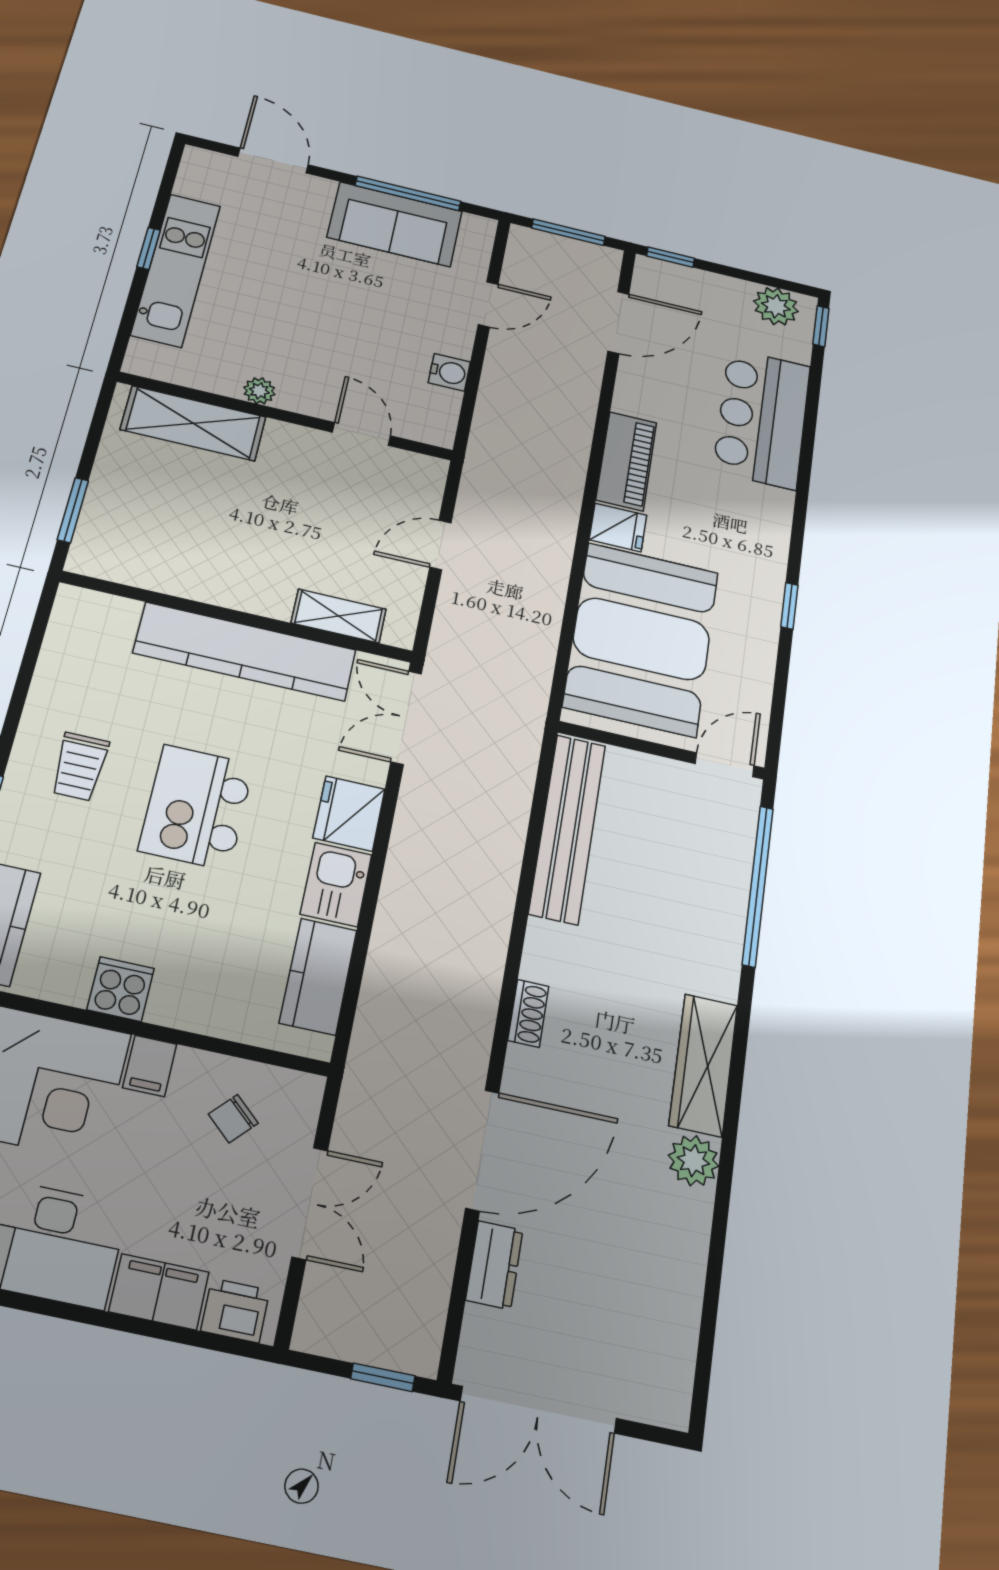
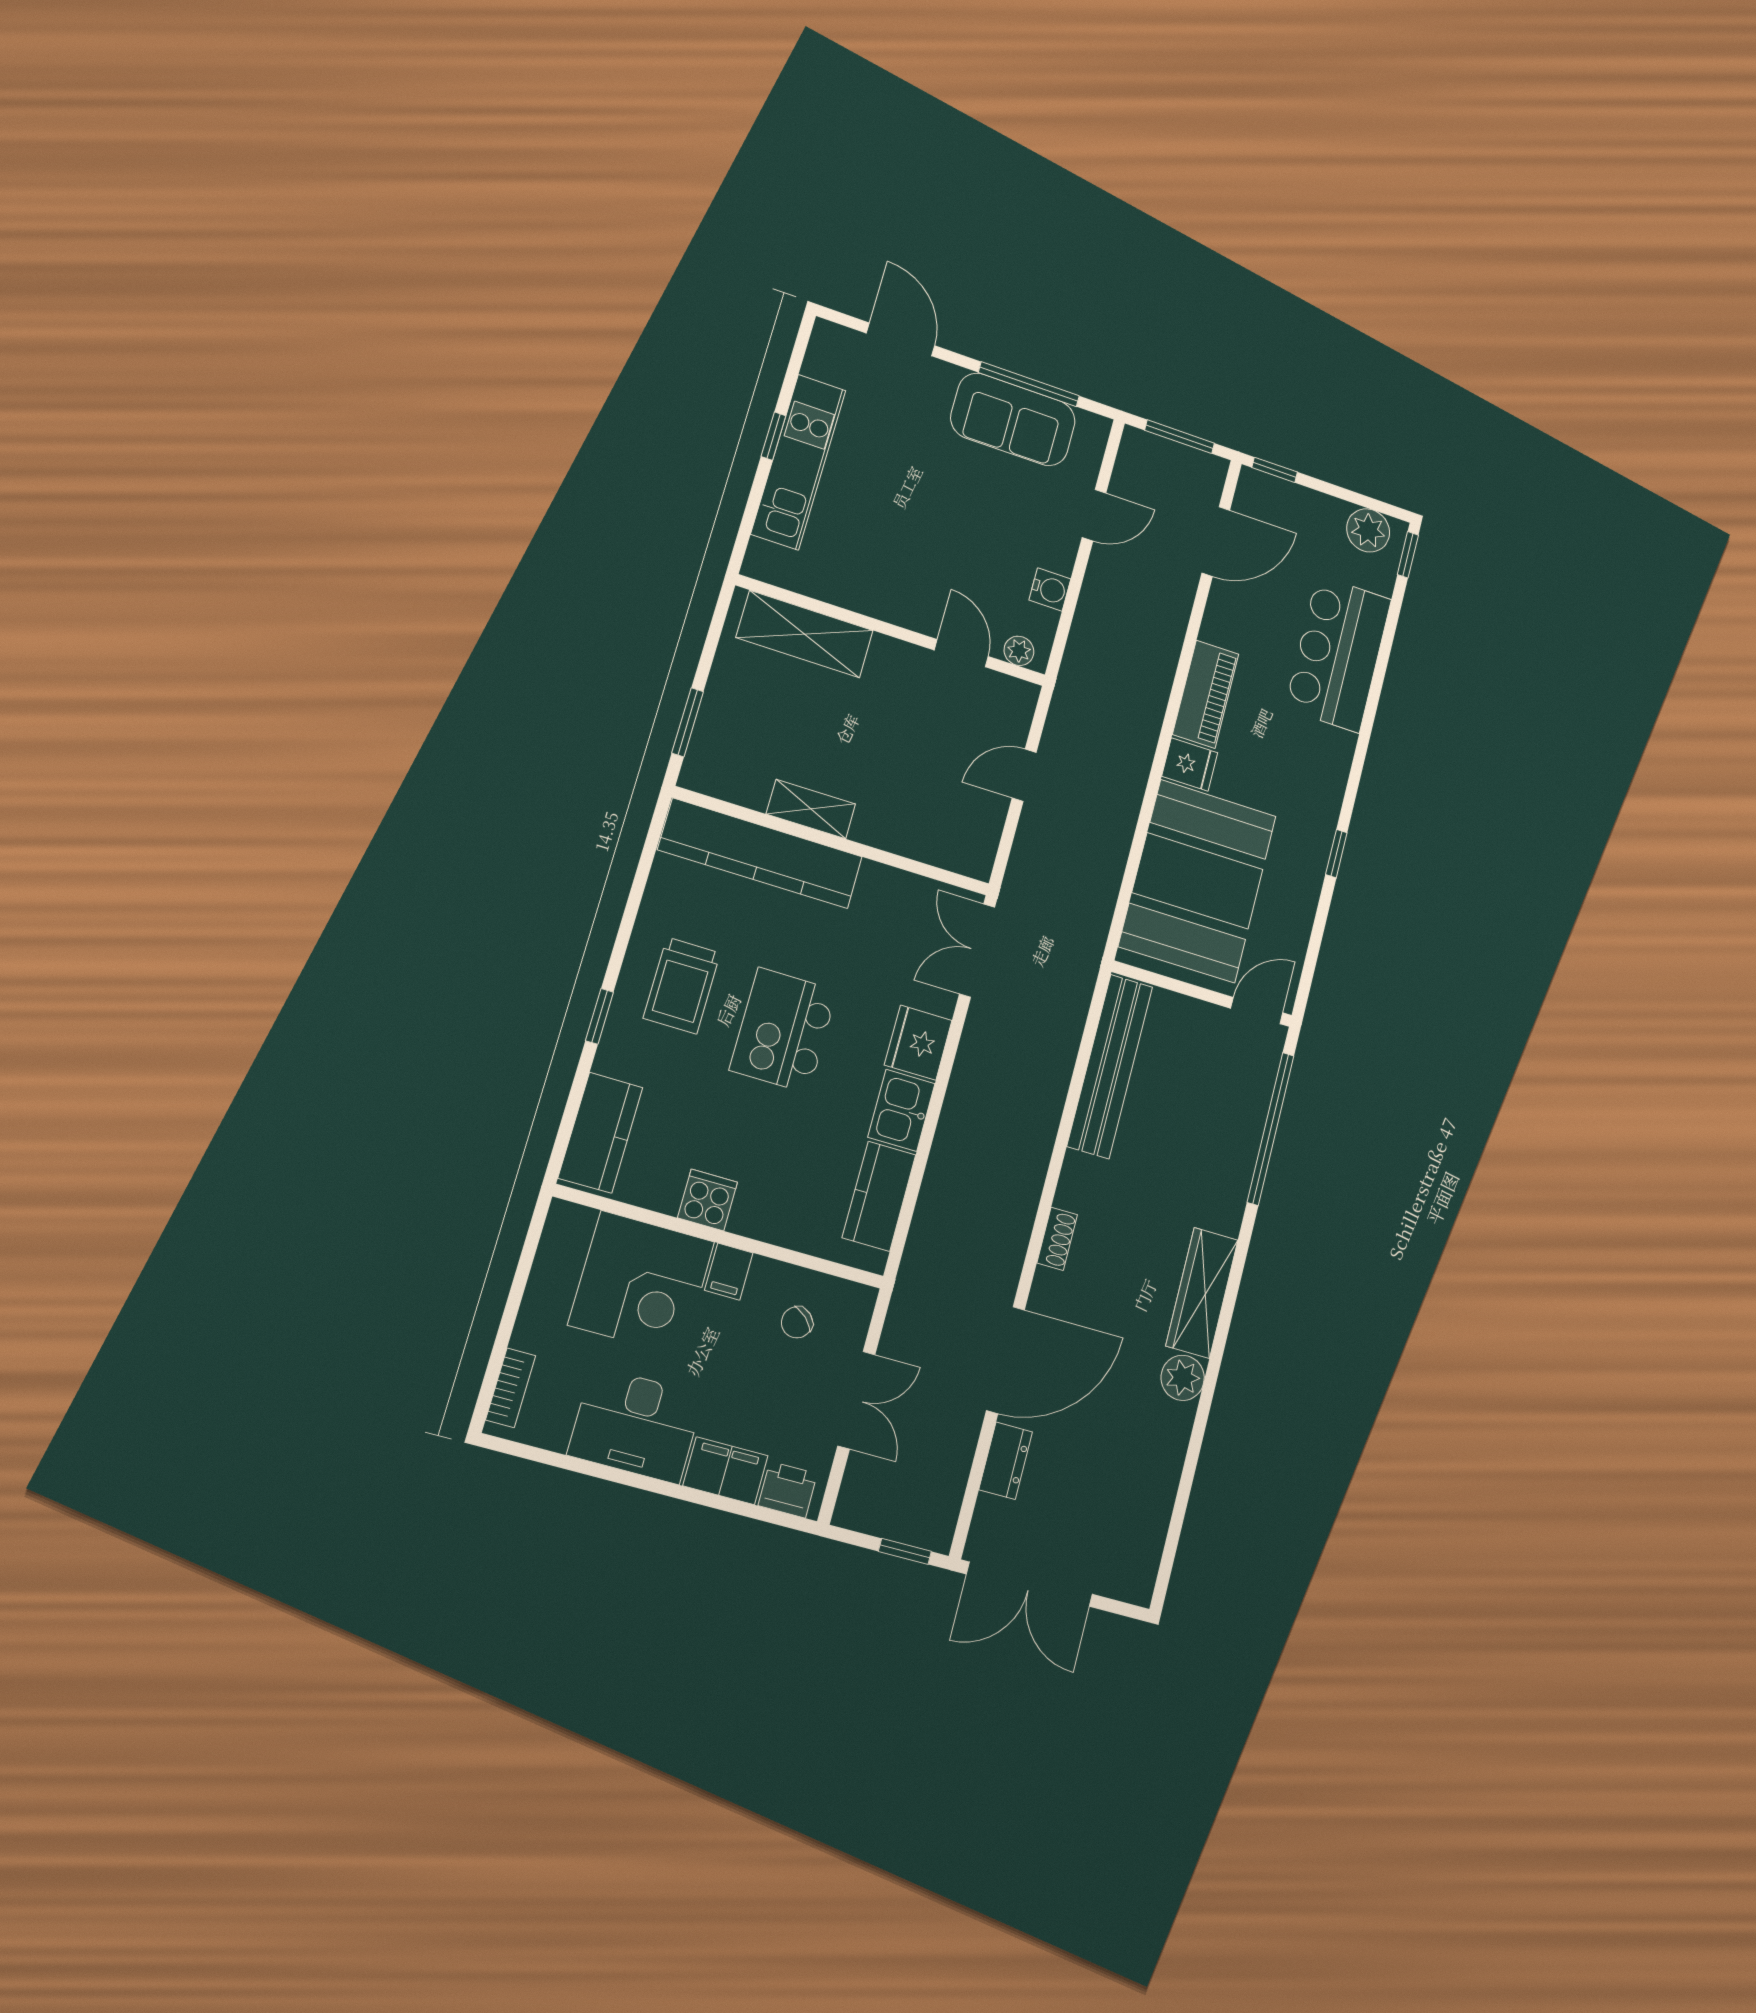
plant: (259, 391) -> (1019, 651), moved
shelving: (339, 616) -> (811, 809), moved
kitchen counter: (245, 652) -> (760, 853), moved
trolley: (80, 767) -> (682, 985), width x1.36, depth x1.39

